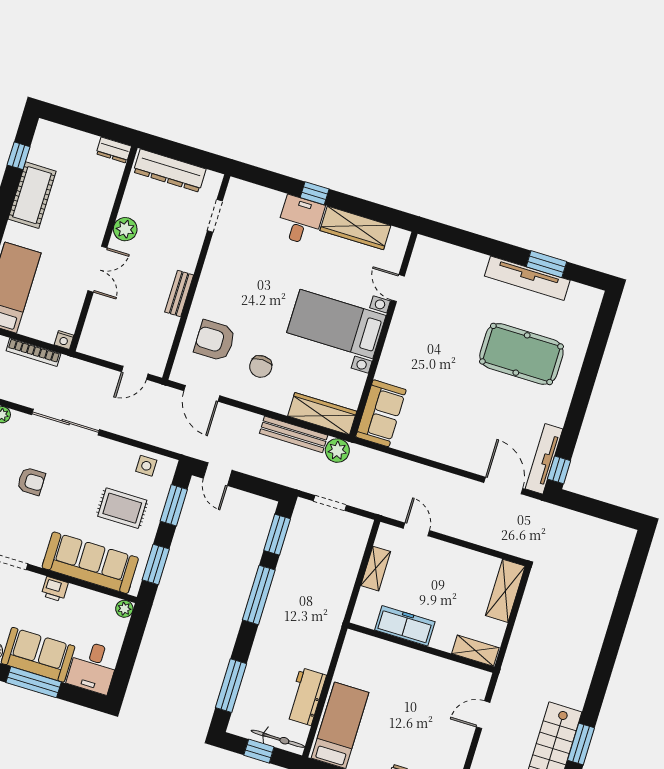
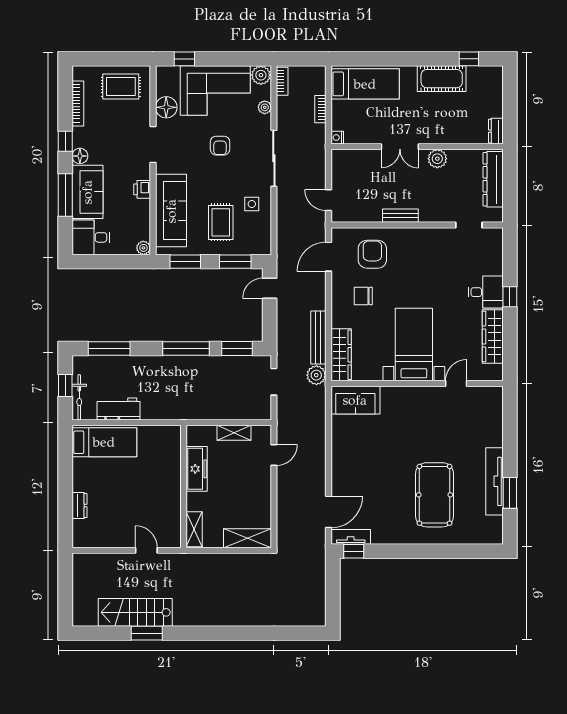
bookcase: (33, 352) -> (320, 109), width x0.64
tv unit: (544, 459) -> (351, 537), width x0.71
side table: (146, 466) -> (252, 204), moved

